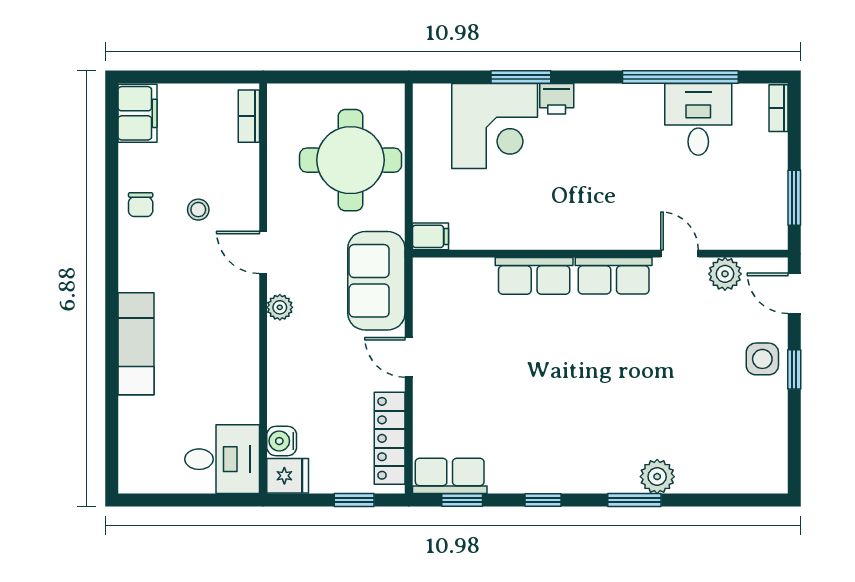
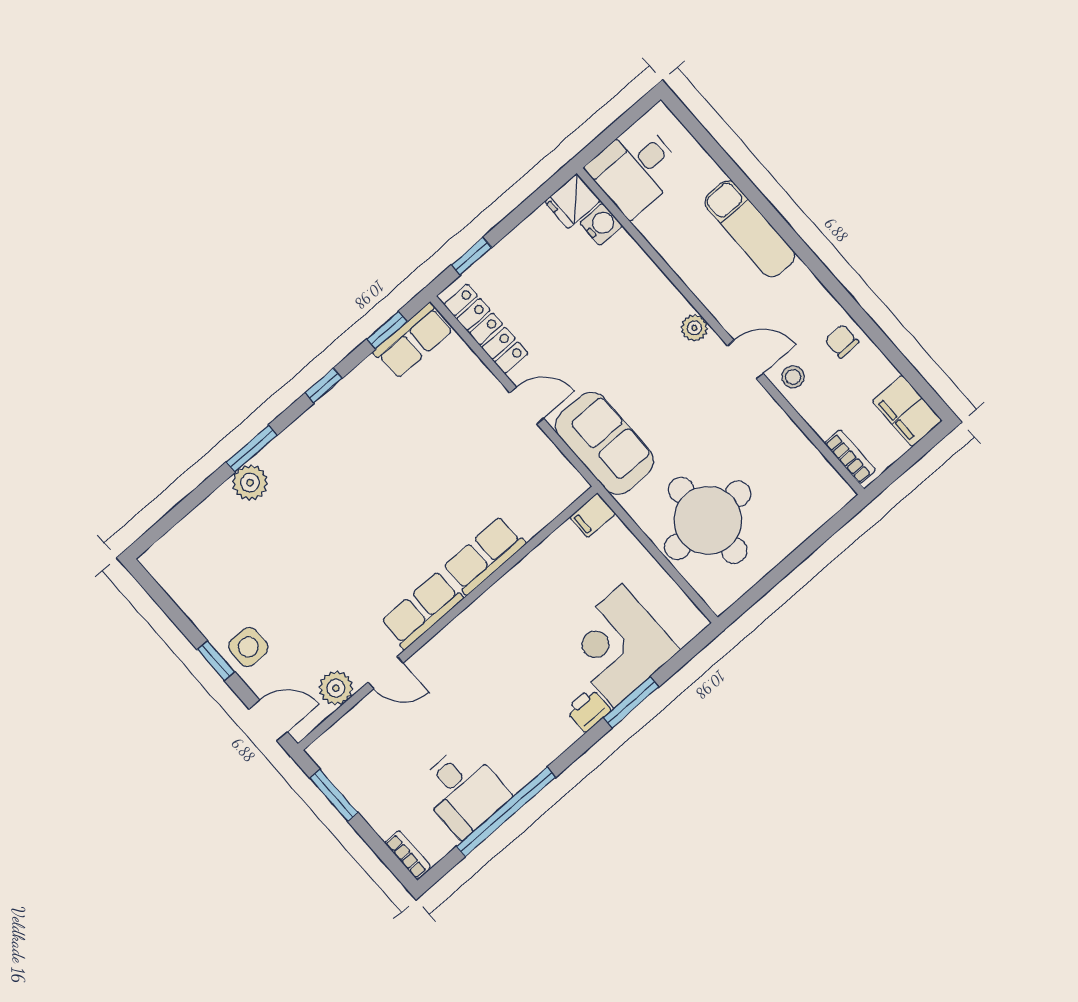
bookcase: (249, 116) -> (850, 457), moved
door: (263, 252) -> (745, 360), moved
wall: (263, 289) -> (720, 331), moved
plant: (280, 307) -> (694, 328), moved
water cooler: (282, 441) -> (601, 224), moved
desk: (222, 459) -> (635, 169), moved
fridge: (288, 476) -> (573, 201), moved

